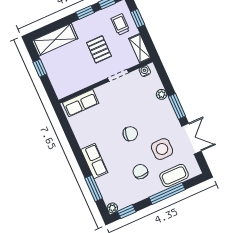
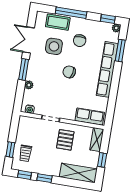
shelving: (140, 48) -> (97, 140), moved
pallet: (99, 49) -> (65, 140), moved
row of seats: (94, 161) -> (107, 69), width x2.02

